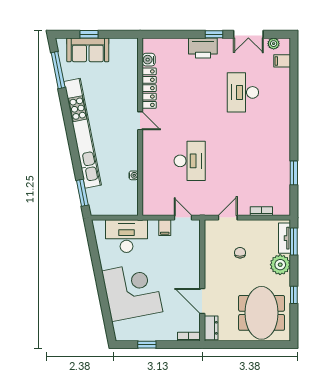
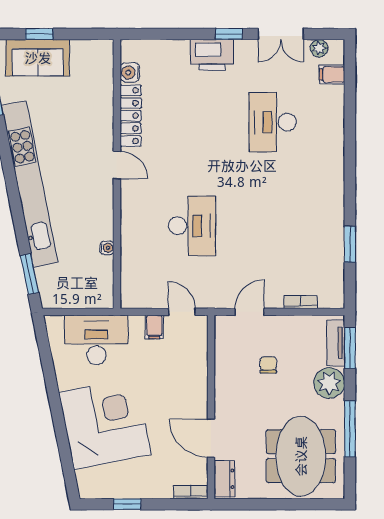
window: (294, 295) -> (350, 429), width x2.17

